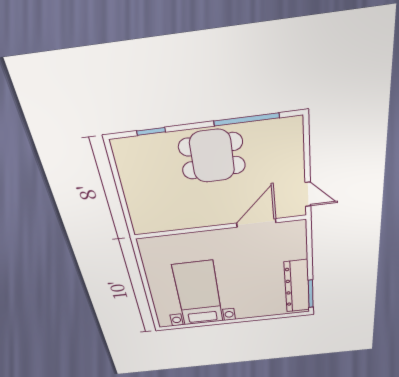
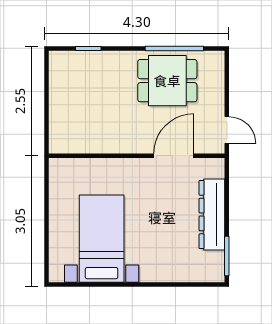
dining table: (212, 156) -> (167, 81), moved
dresser: (297, 286) -> (212, 215), moved

